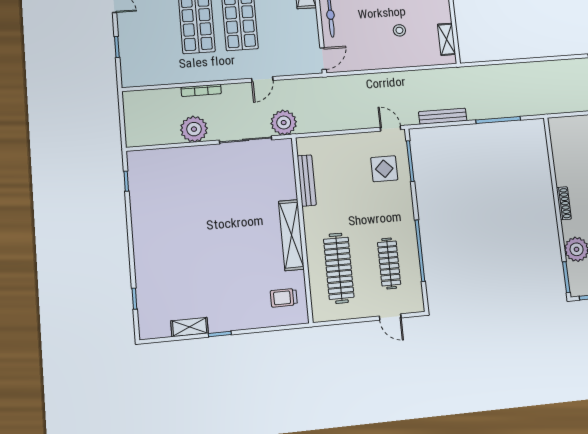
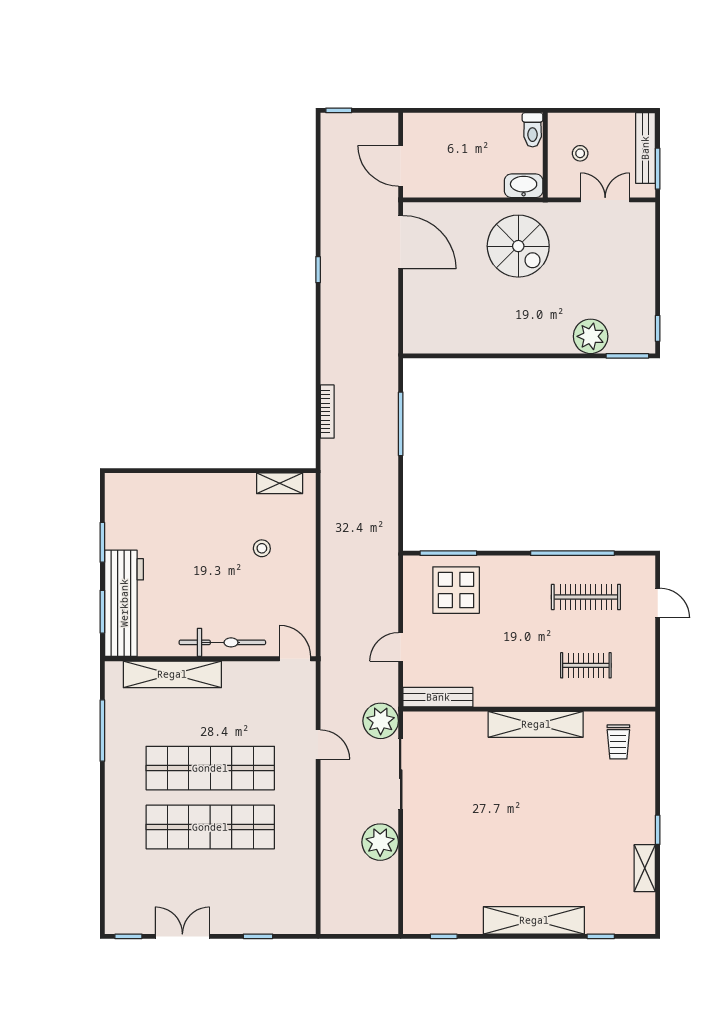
bookcase: (201, 90) -> (327, 412), moved
bench: (443, 116) -> (389, 501), removed
door: (391, 128) -> (401, 647), moved
display table: (384, 169) -> (456, 590), width x1.36, depth x1.36
bench: (307, 180) -> (438, 697), moved
shoe rack: (564, 203) -> (525, 346), removed
shelving: (143, 247) -> (534, 920), added
clothes rail: (339, 268) -> (586, 665), width x0.54, depth x0.76
door: (390, 317) -> (658, 603), hinge flipped

